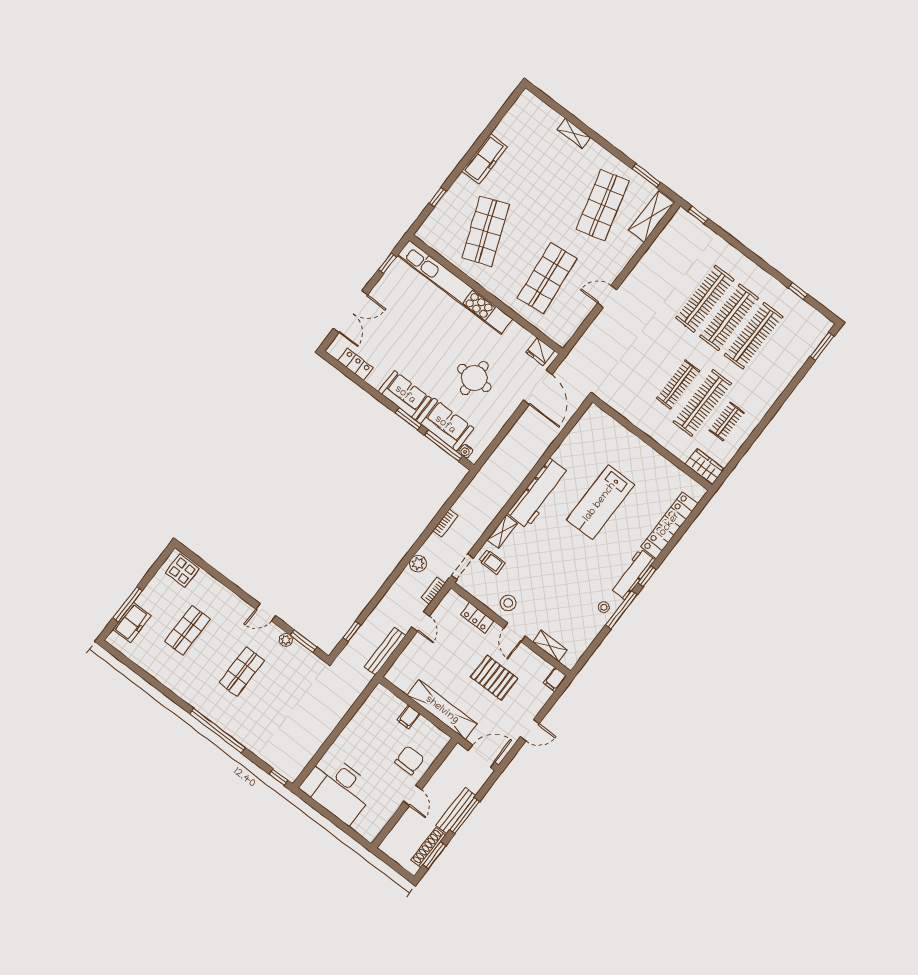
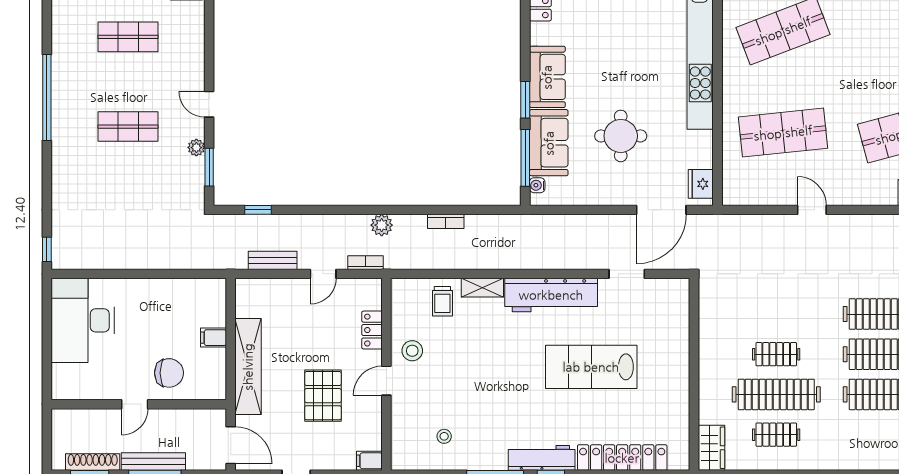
clothes rail: (678, 384) -> (776, 354), width x0.73
doorway: (462, 567) -> (627, 274), moved
stool: (604, 607) -> (444, 436), moved
shelving: (550, 646) -> (400, 429), removed
bench: (385, 651) -> (273, 260), width x0.73
window: (217, 731) -> (47, 98), moved

